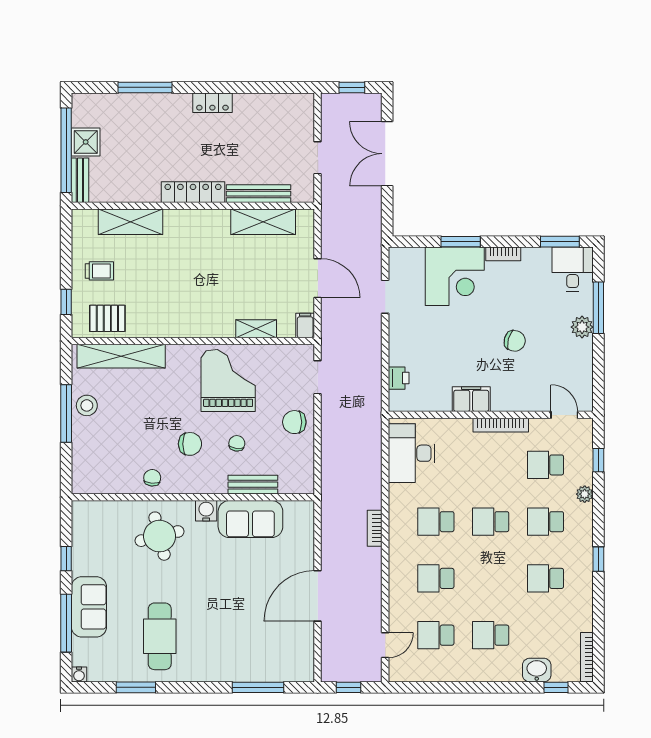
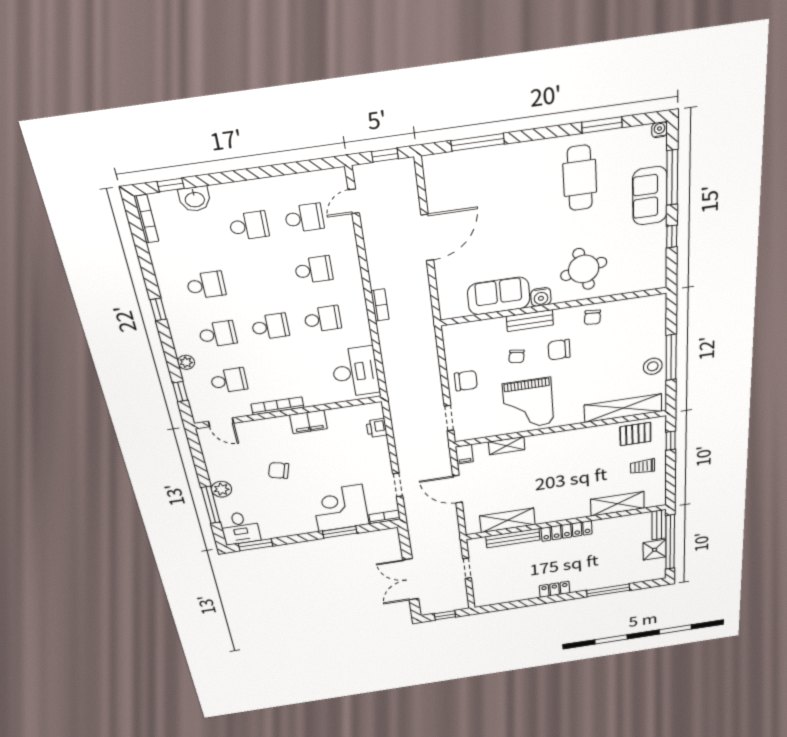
double door: (387, 154) -> (411, 579), swing flipped
bookcase: (503, 254) -> (384, 517), moved
bench: (253, 485) -> (530, 321), moved

